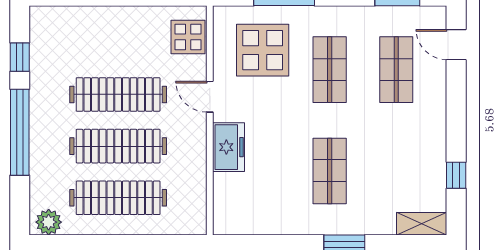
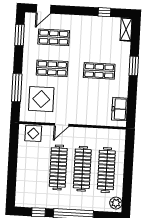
freezer: (229, 147) -> (120, 109), moved, turned -90

